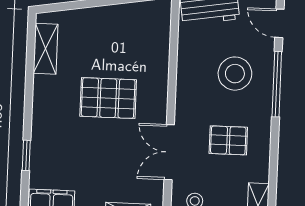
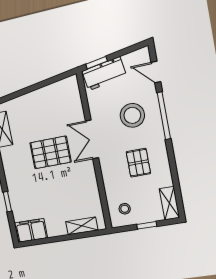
pallet: (228, 140) -> (138, 163), turned 90
double door: (169, 152) -> (92, 139), moved

